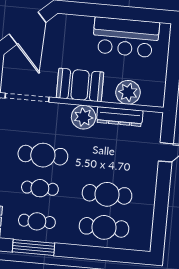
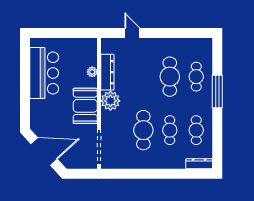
plant: (128, 92) -> (92, 72), width x0.53, depth x0.53
cafe table: (104, 227) -> (196, 77), width x0.73, depth x0.74
window: (33, 247) -> (217, 91), moved

